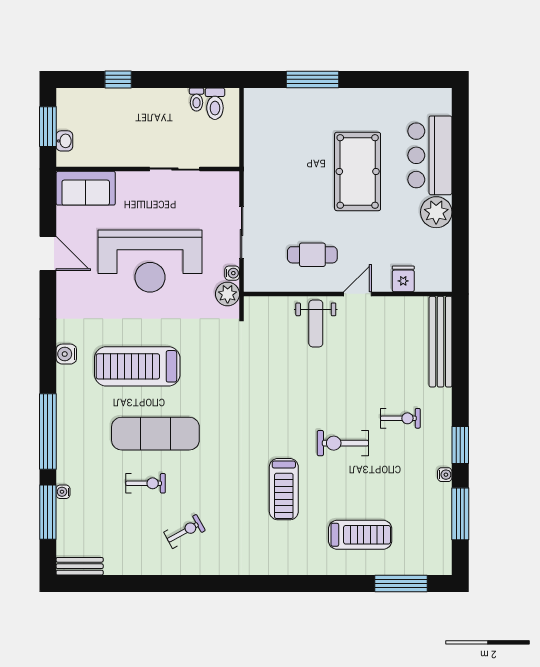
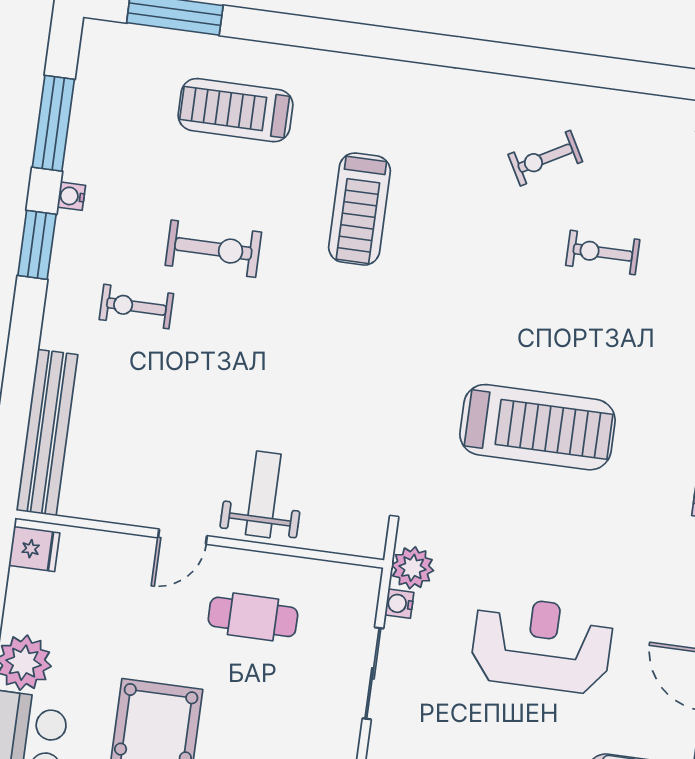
reception desk: (150, 261) -> (542, 645), width x0.74, depth x0.77
fridge: (403, 279) -> (34, 549), moved, turned -90
treadmill: (137, 366) -> (537, 427), moved
exercise mat: (155, 434) -> (573, 338), removed
exercise bike: (343, 443) -> (213, 249), moved
treadmill: (284, 489) -> (360, 209), turned 180

